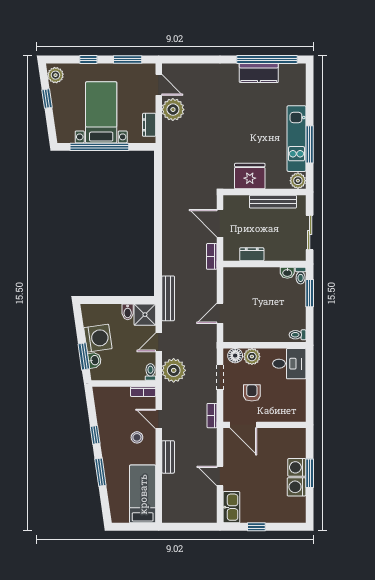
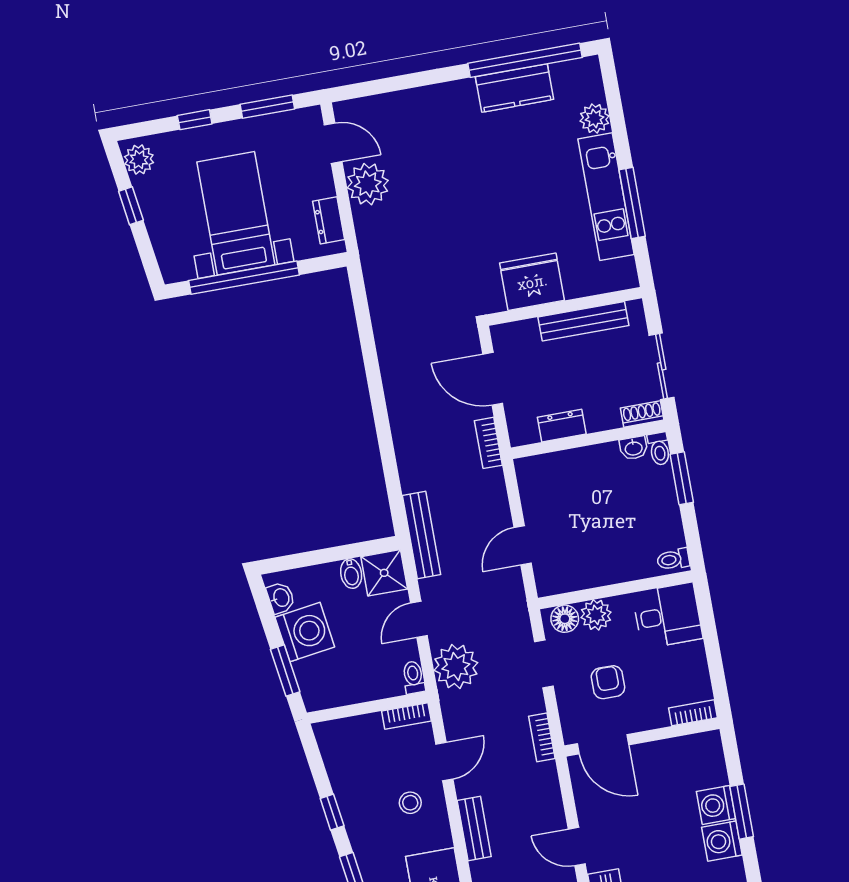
plant: (298, 181) -> (595, 118), moved
shoe rack: (295, 256) -> (642, 414), added
washbasin: (94, 360) -> (281, 598), moved
bookcase: (293, 417) -> (693, 713), added
door: (159, 419) -> (444, 762), swing flipped

